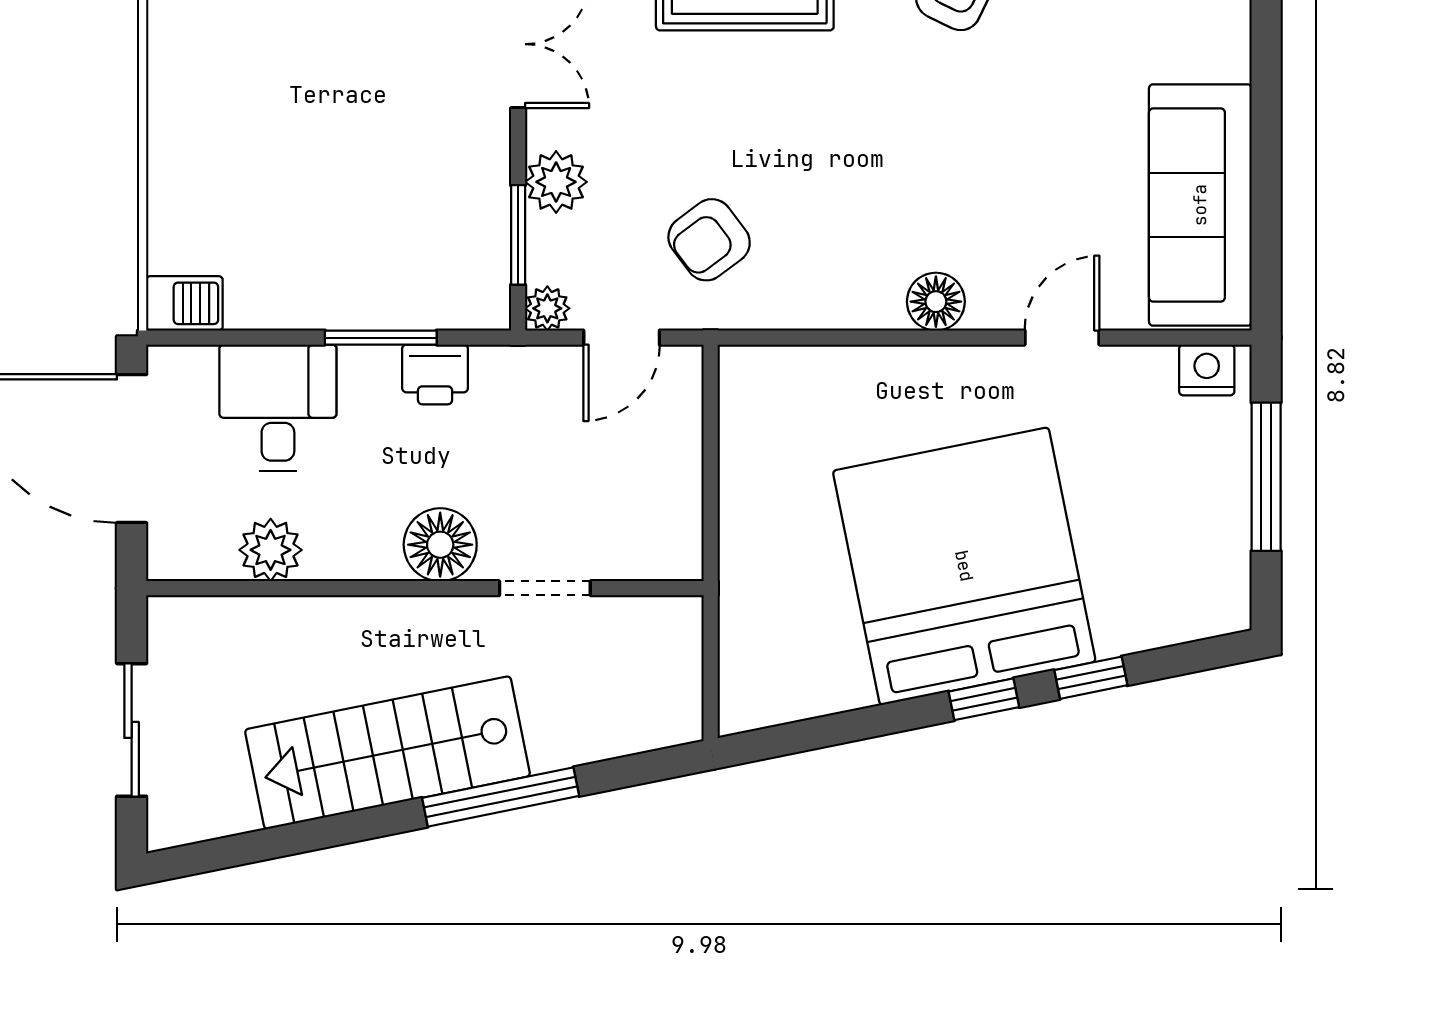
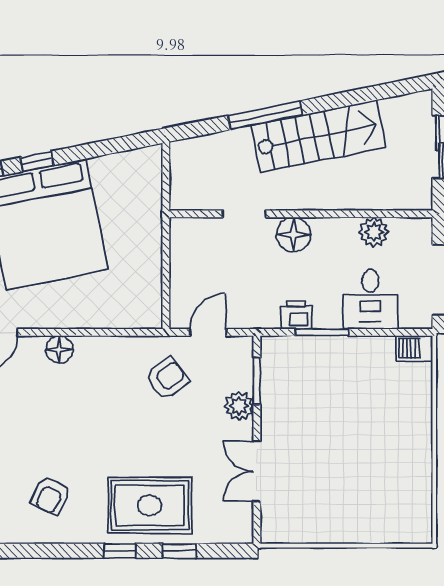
plant: (547, 308) -> (243, 346), removed

